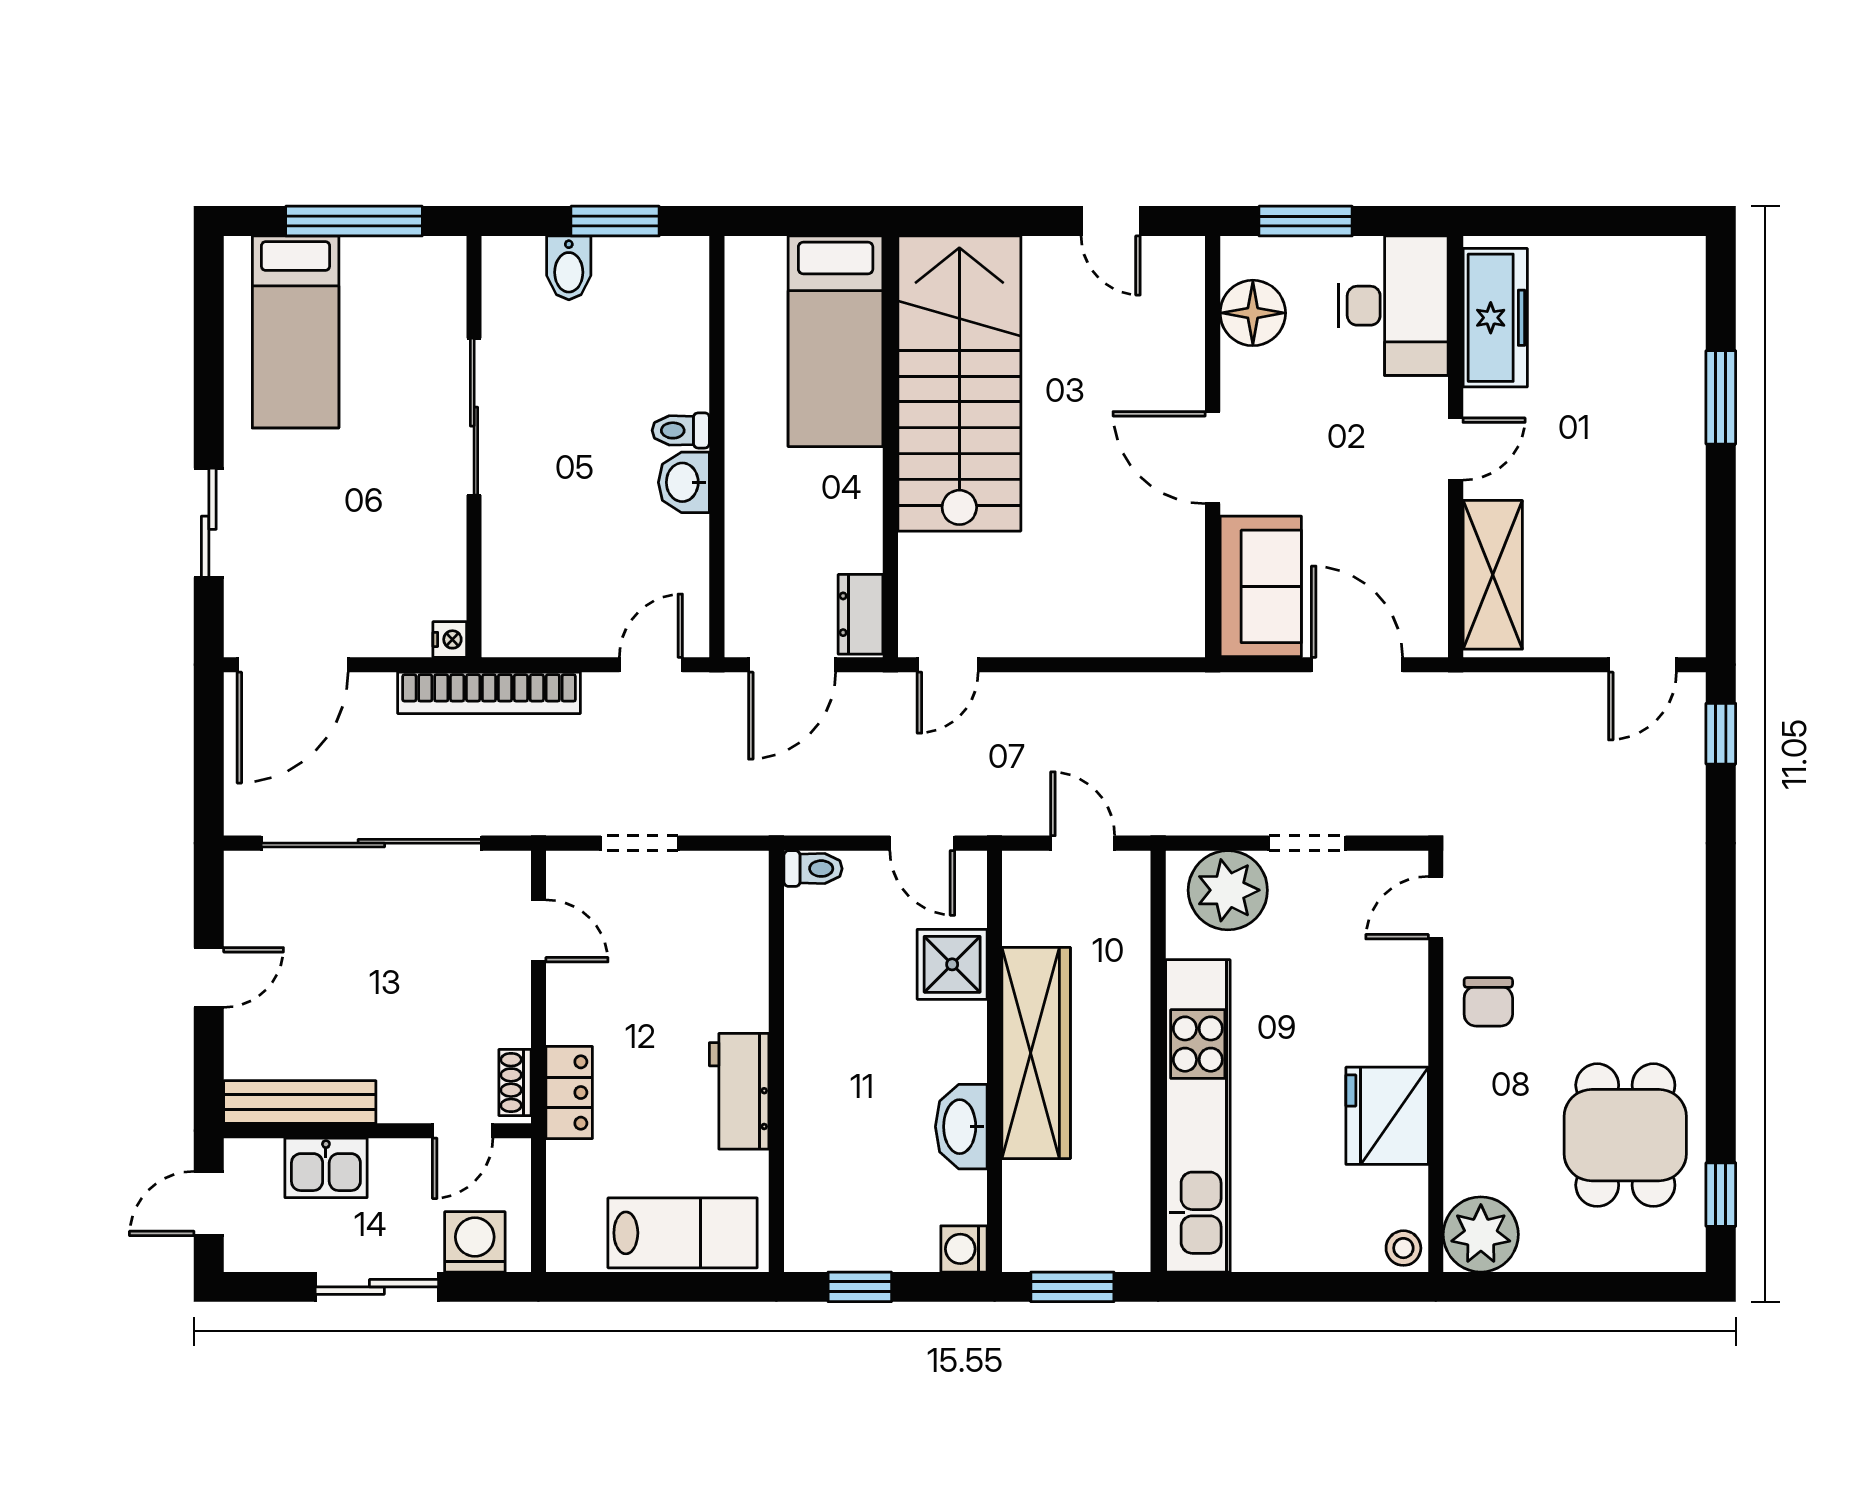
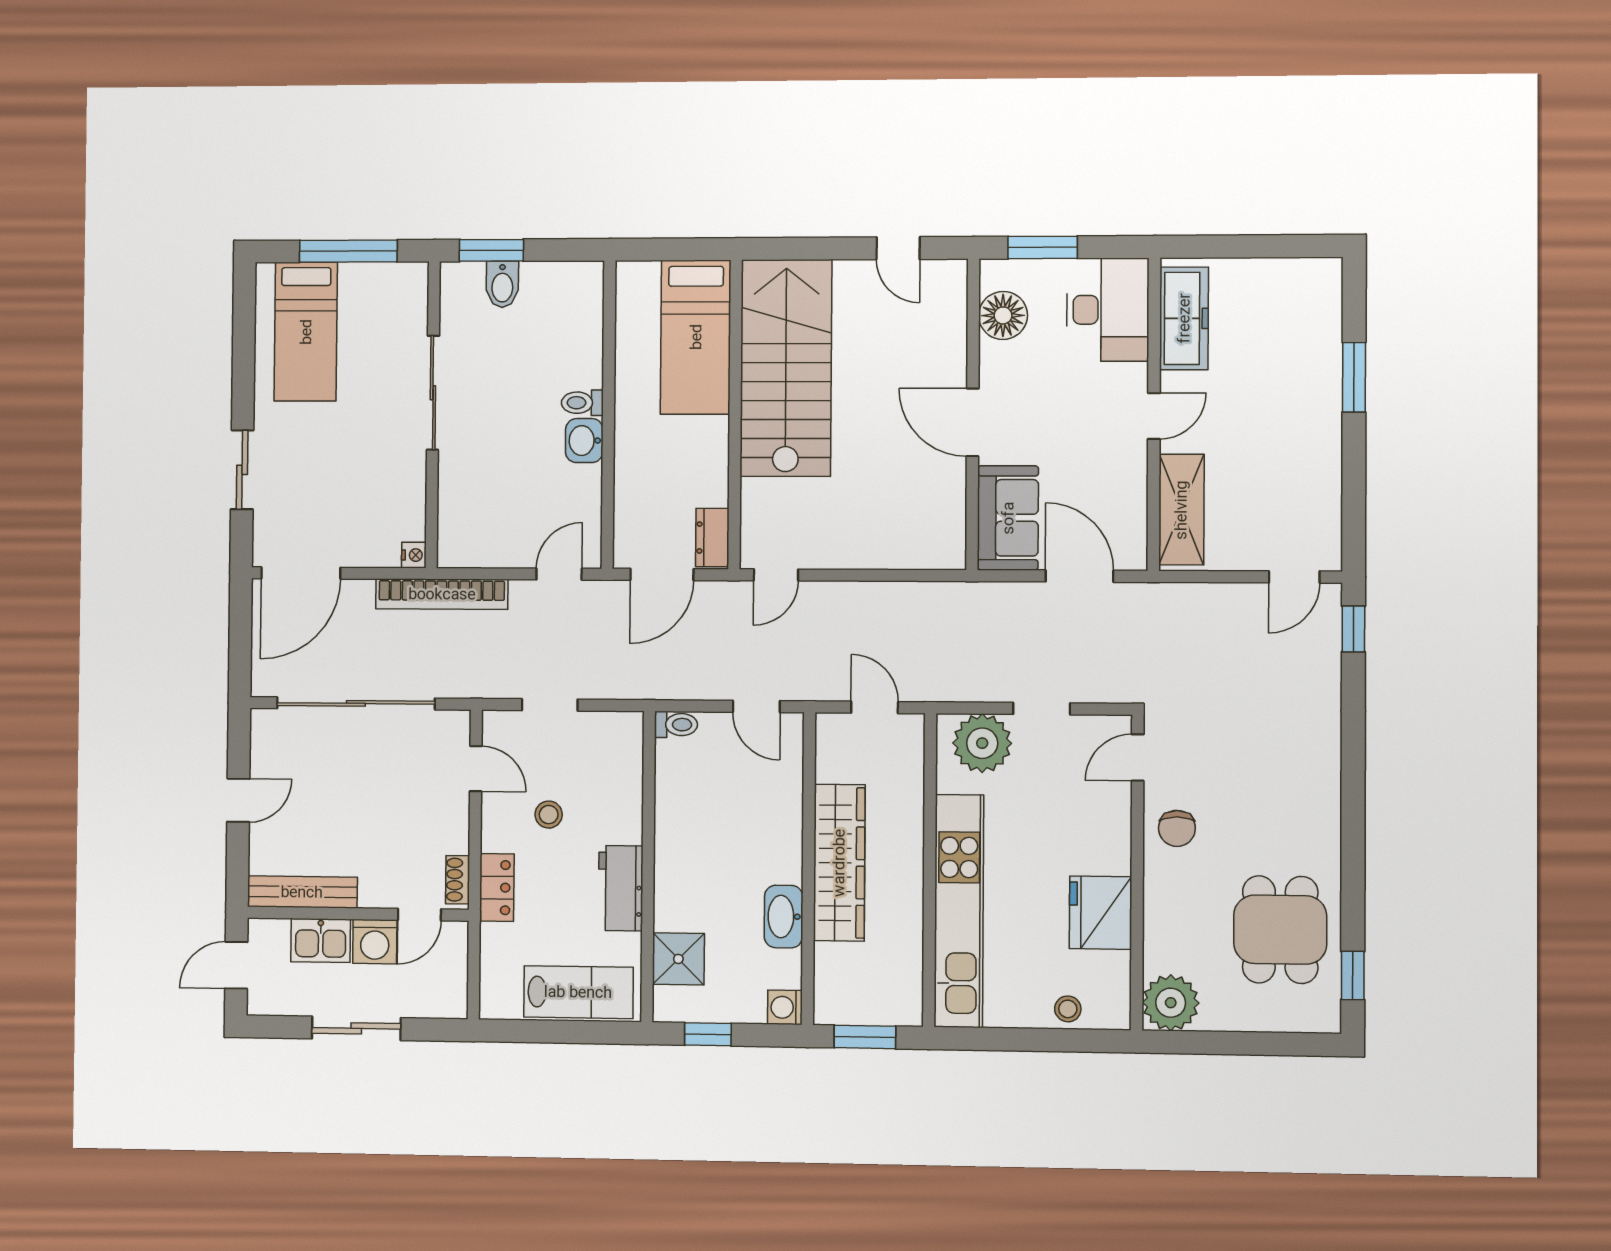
window: (615, 221) -> (491, 250), moved
shower: (952, 964) -> (678, 959), moved
stool: (640, 992) -> (549, 815), added
washing machine: (475, 1242) -> (375, 942), moved, turned 180
stool: (1403, 1248) -> (1068, 1009), moved

